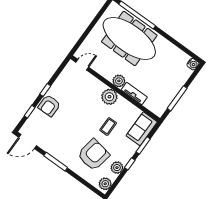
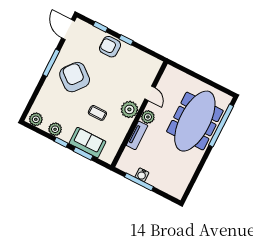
water cooler: (193, 64) -> (142, 175), moved
door: (82, 65) -> (150, 93), moved
sofa: (142, 129) -> (88, 143), moved
armchair: (94, 155) -> (75, 77), moved, turned -151

